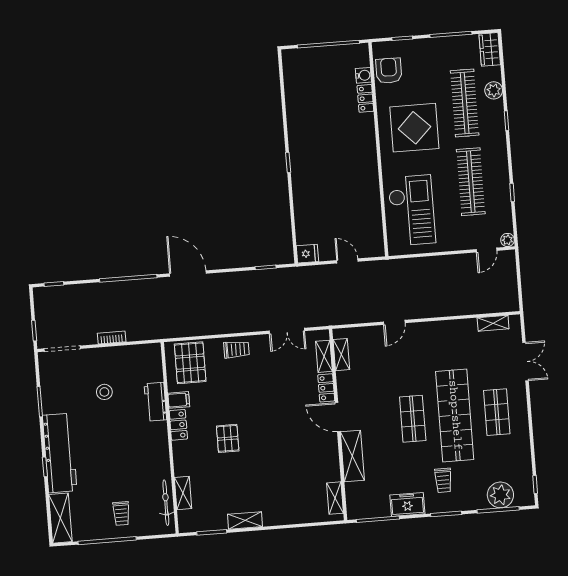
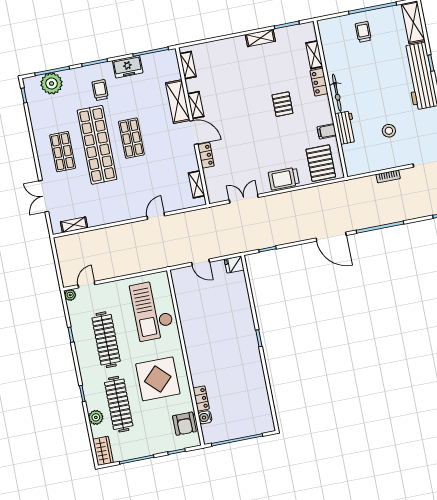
trolley: (236, 349) -> (284, 179), width x1.36, depth x1.39
shelving: (324, 356) -> (196, 105), moved
locker: (178, 425) -> (319, 82), moved
bicycle: (166, 503) -> (337, 93), moved

